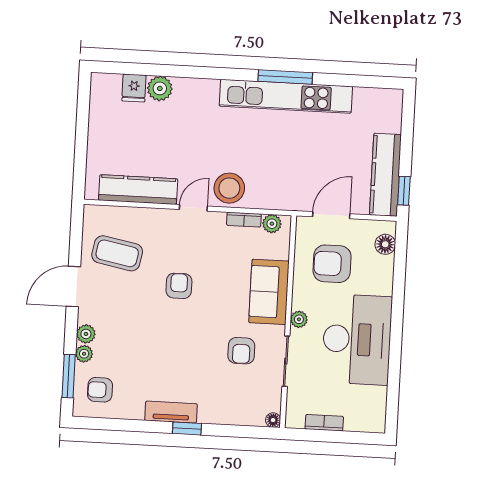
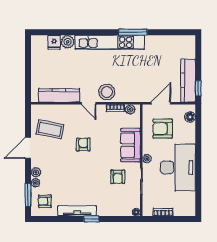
kitchen unit: (286, 96) -> (110, 42), moved
door: (193, 208) -> (89, 103), swing flipped
tv unit: (171, 412) -> (77, 211), width x1.41

